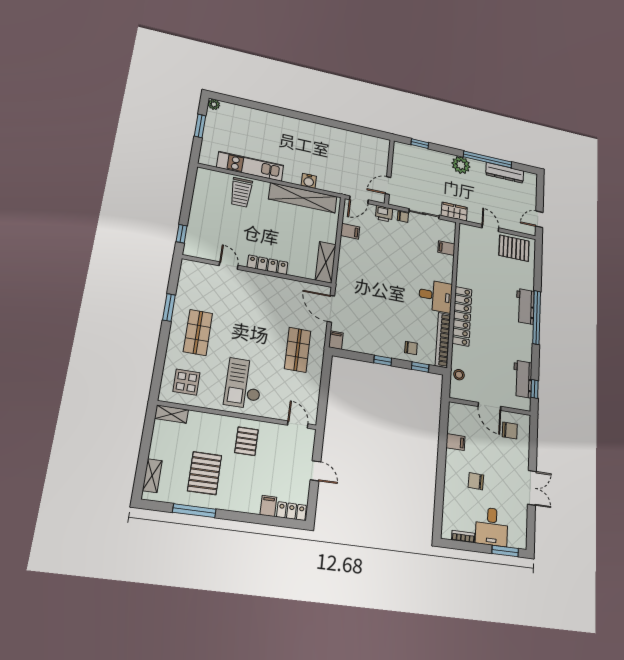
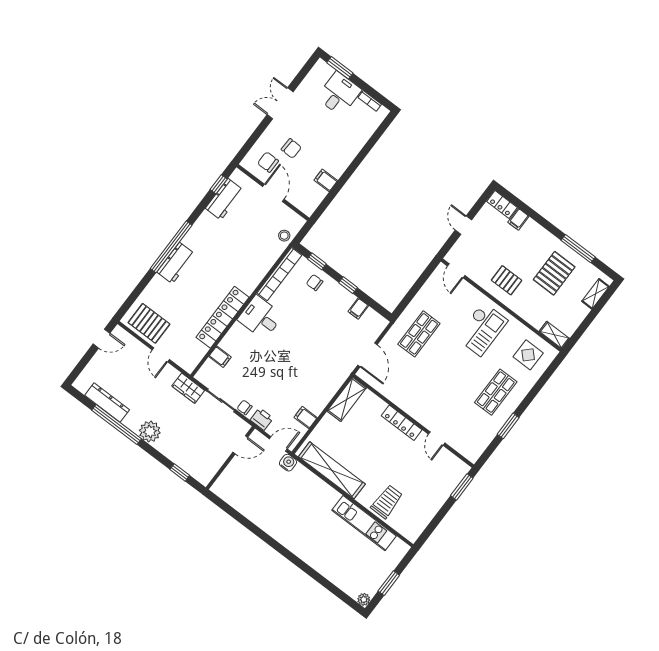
water cooler: (309, 181) -> (288, 463), moved
window: (182, 234) -> (462, 487), width x1.50
locker: (462, 316) -> (223, 317), moved
filing cabinet: (336, 340) -> (358, 309), moved
pallet: (246, 441) -> (507, 280), turned 90
chair: (476, 481) -> (291, 148), moved

